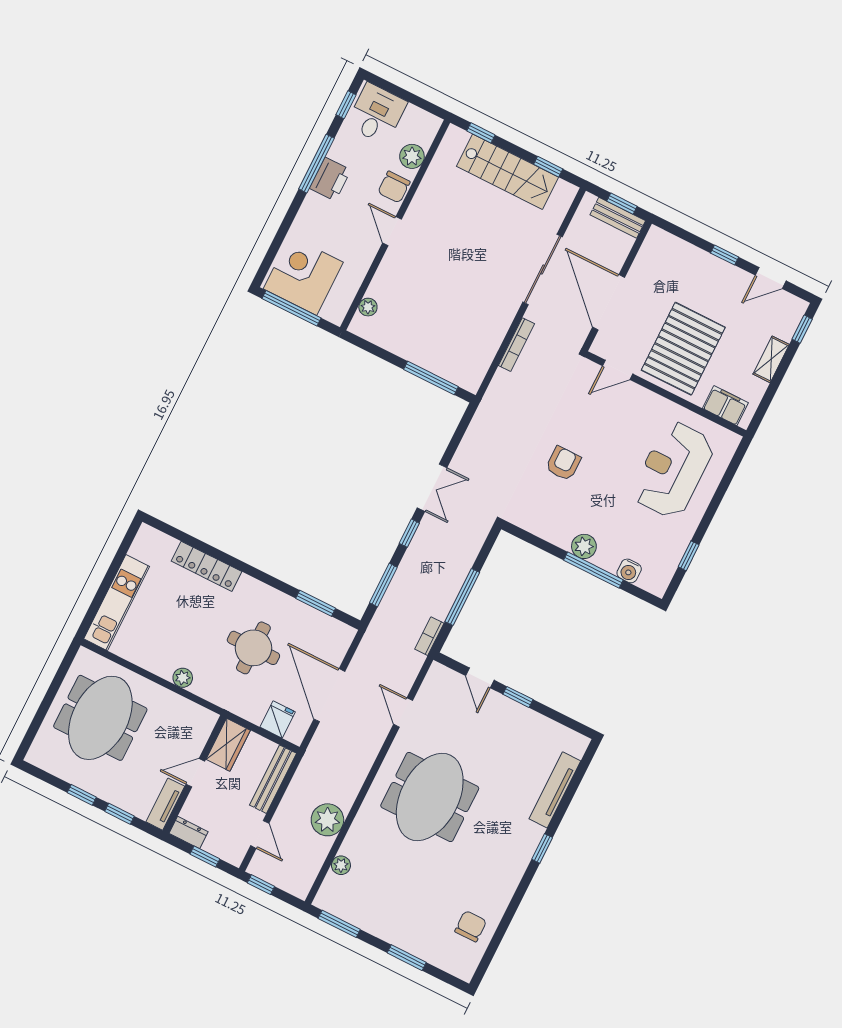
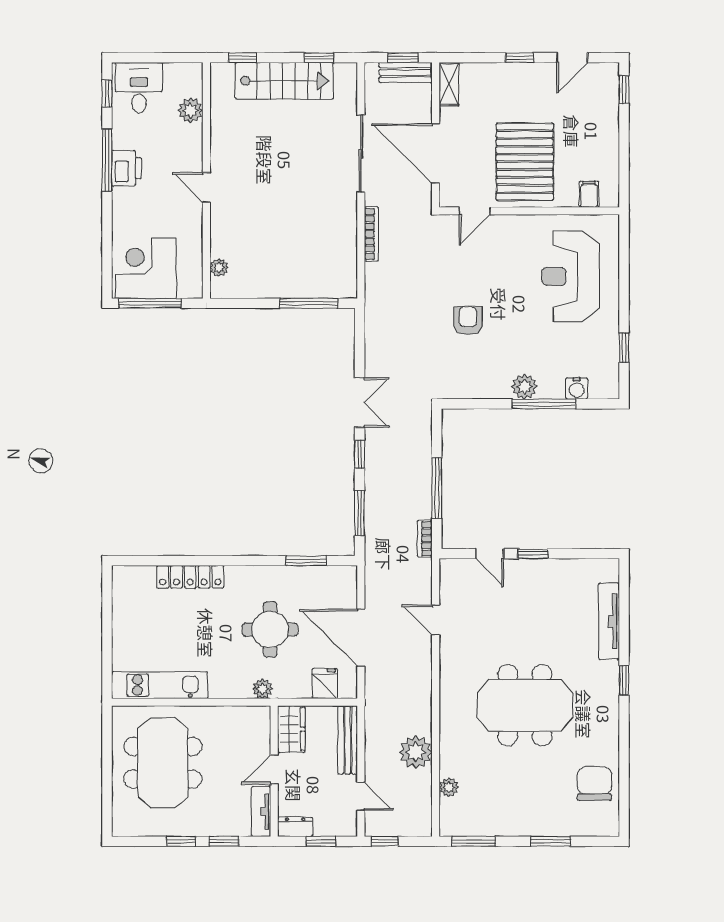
chair: (394, 187) -> (188, 146), removed
shelving: (771, 359) -> (449, 84), moved
filing cabinet: (725, 406) -> (589, 194), width x0.50
kitchen unit: (117, 603) -> (160, 685), moved, turned -90
plant: (183, 678) -> (262, 689), moved
meeting table: (430, 797) -> (525, 705), moved, turned 90
chair: (471, 926) -> (594, 784), width x1.37, depth x1.37

